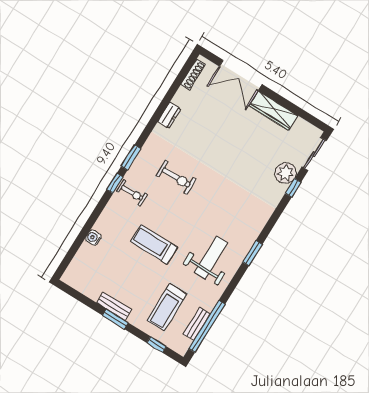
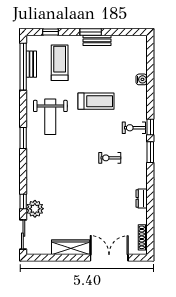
exercise bike: (176, 177) -> (110, 158), width x0.73, depth x0.72

